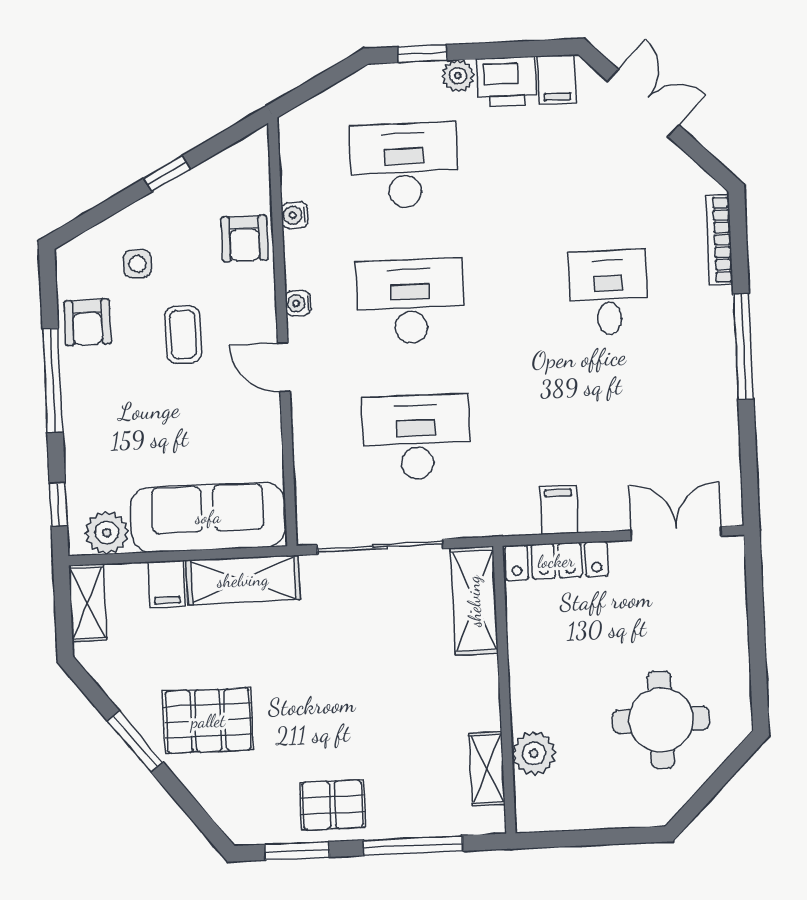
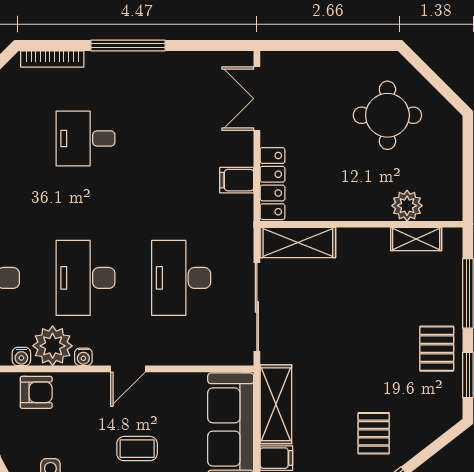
plant: (312, 259) -> (53, 346), added
coffee table: (183, 334) -> (137, 449), moved
pallet: (208, 721) -> (374, 433), width x0.67, depth x0.71

